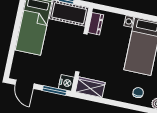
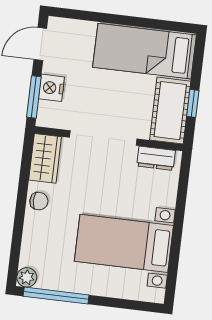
nightstand: (66, 83) -> (51, 88), moved, turned 90
chair: (138, 93) -> (39, 201), moved

